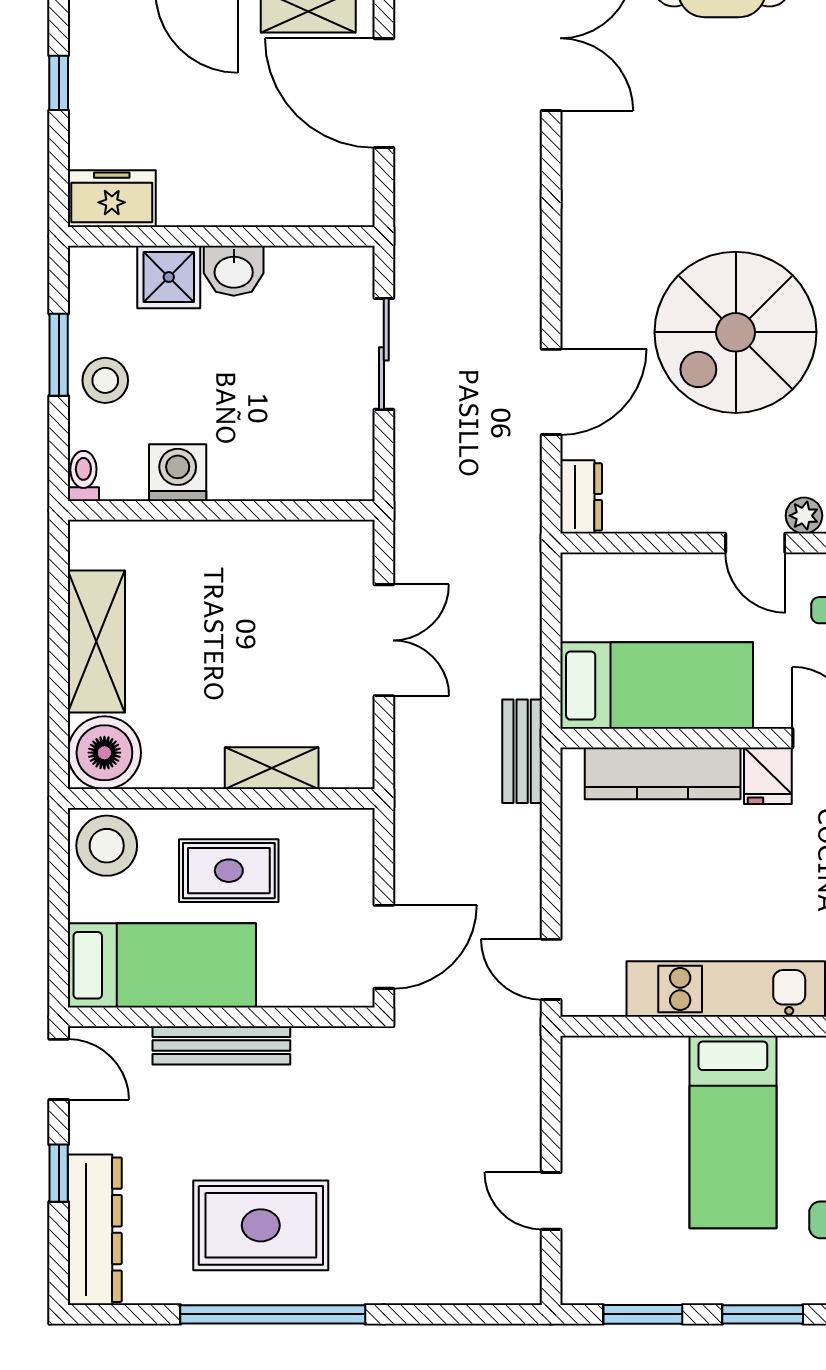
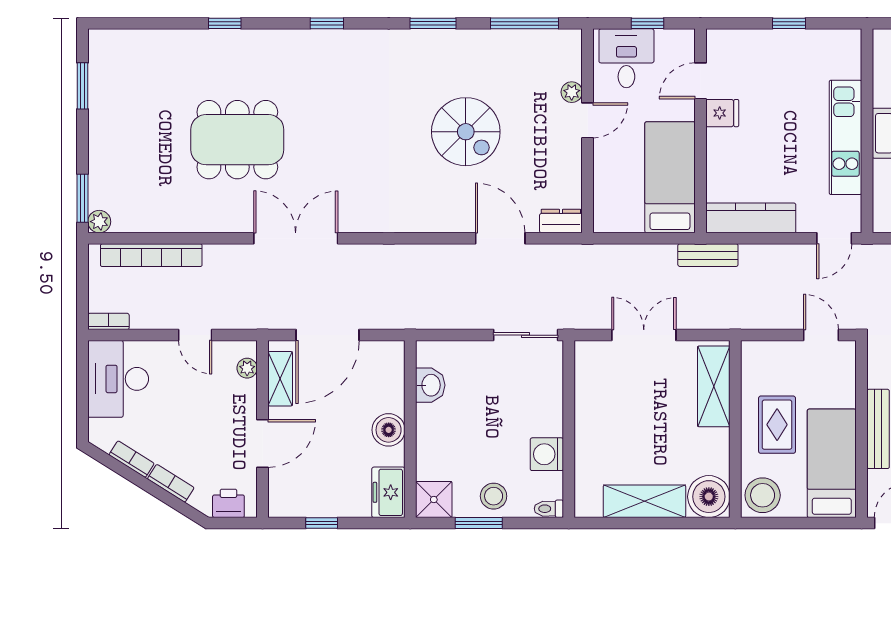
boiler: (220, 199) -> (389, 430), added
washbasin: (234, 271) -> (430, 385), moved
shower: (169, 277) -> (434, 500), moved
spiral stairs: (736, 332) -> (466, 132), width x0.73, depth x0.73
sliding door: (384, 354) -> (526, 335), moved
shelving: (272, 768) -> (714, 386), width x1.50, depth x1.33
kitchen counter: (663, 773) -> (751, 218), moved, turned -90
door: (384, 947) -> (821, 335), width x0.73

